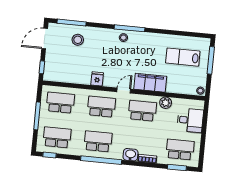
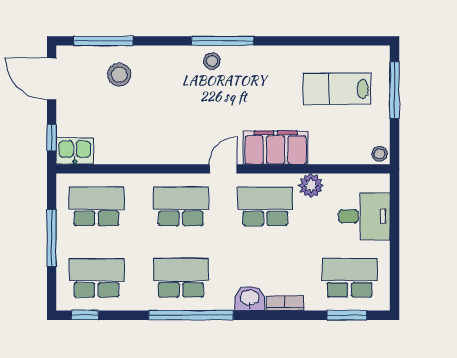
door: (45, 39) -> (52, 79), hinge flipped
kitchen sink: (52, 75) -> (75, 151), added
fridge: (97, 79) -> (167, 151), removed

